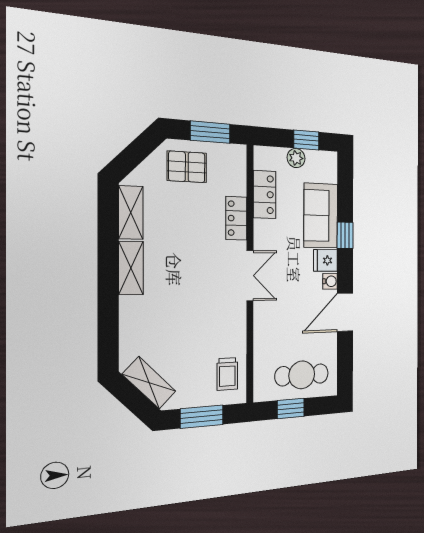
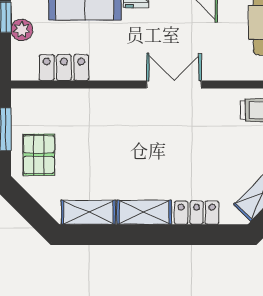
locker: (236, 218) -> (197, 213), moved, turned 180
double door: (250, 276) -> (174, 85), moved

